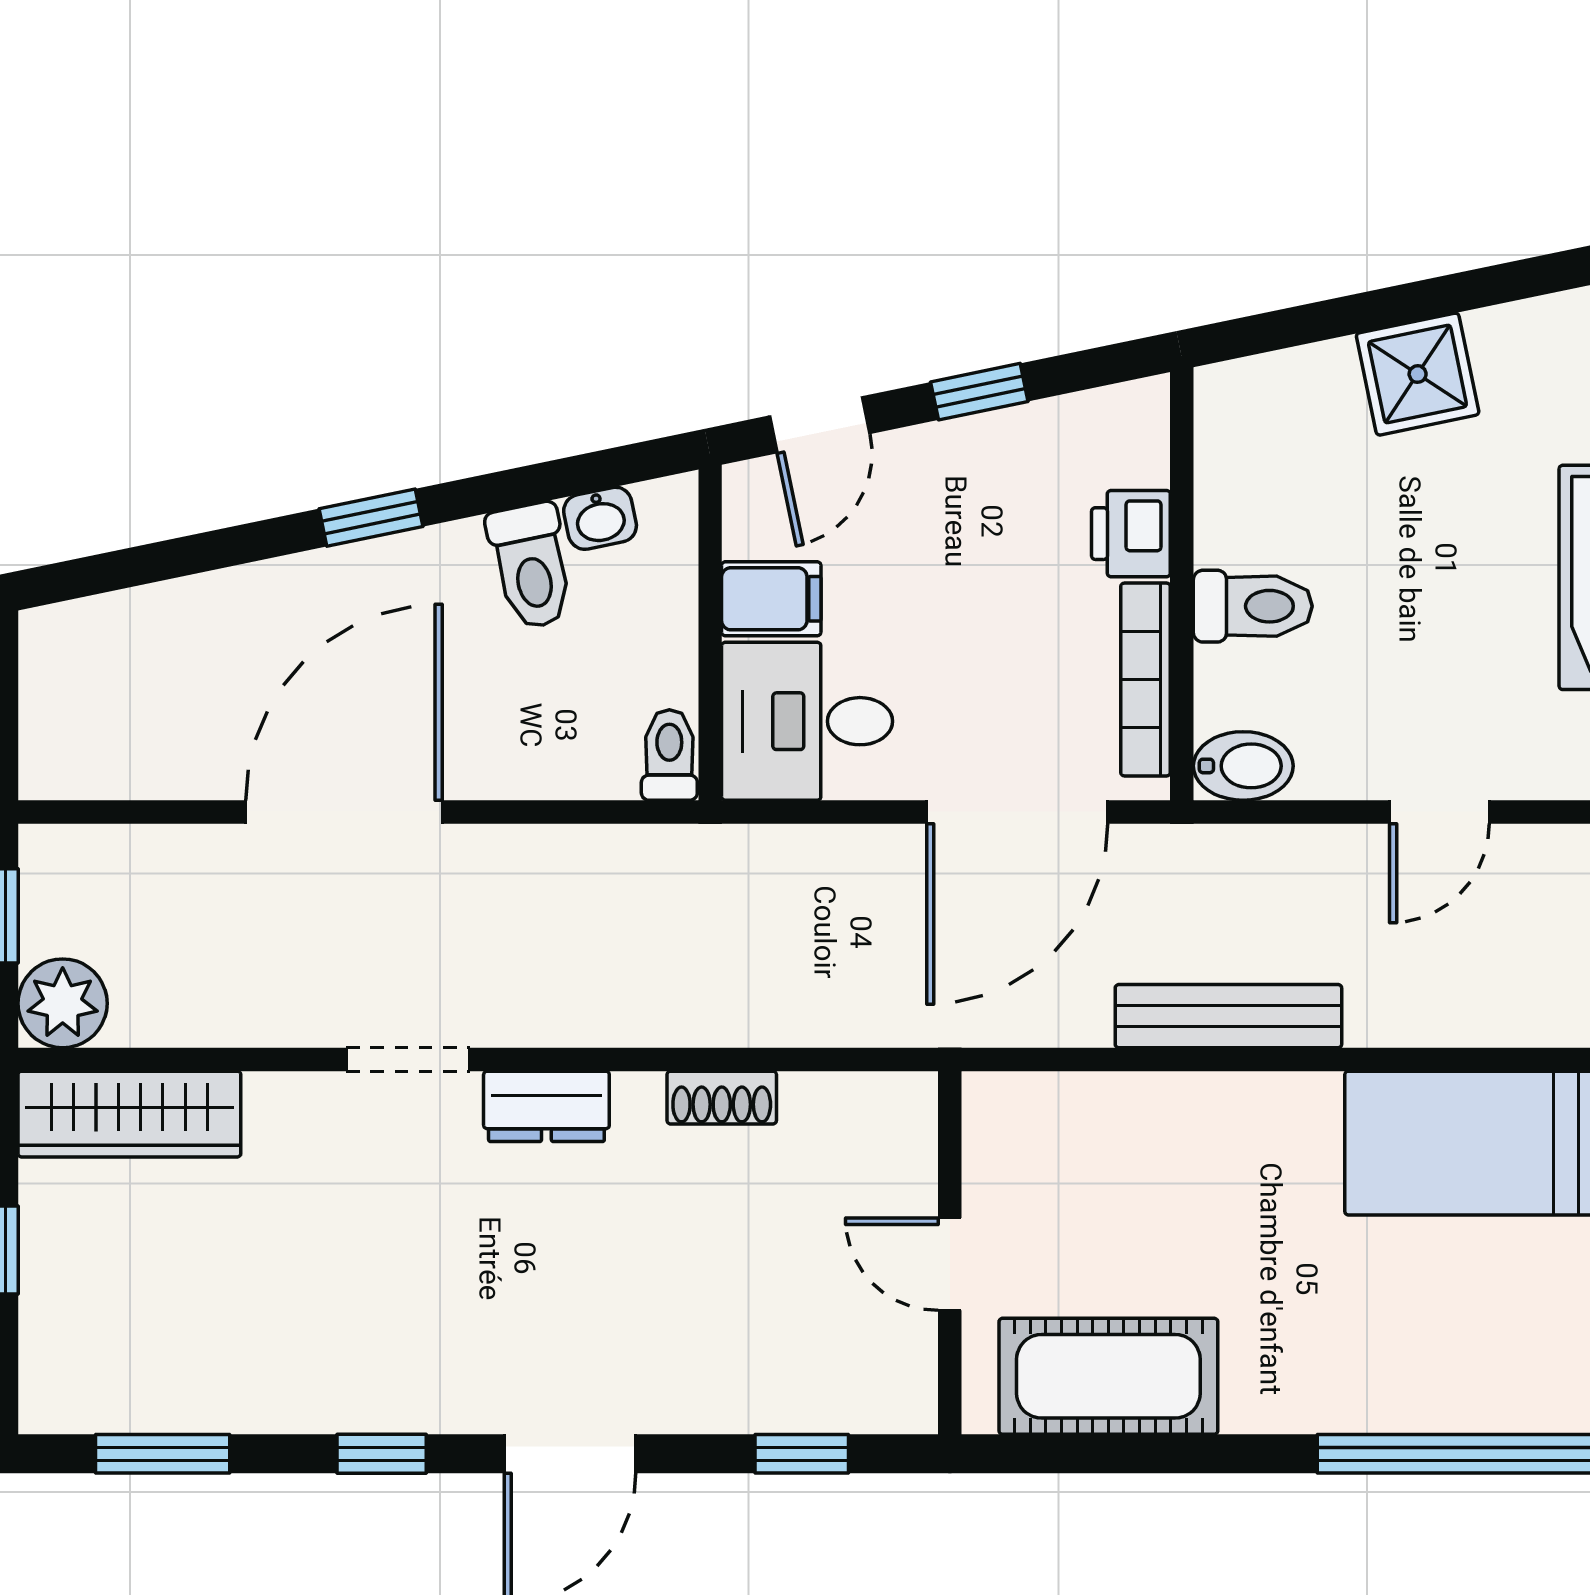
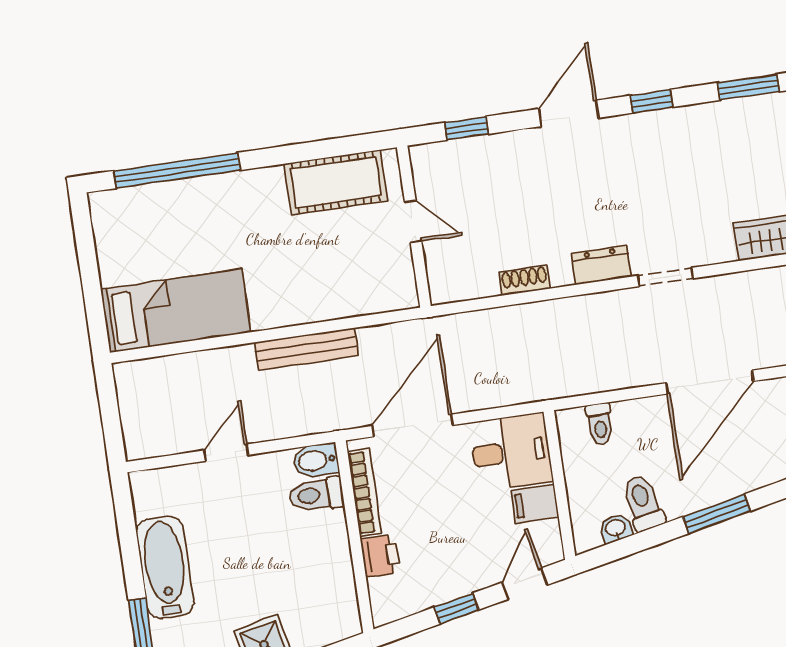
window: (371, 518) -> (717, 514), width x1.50
toilet: (1253, 606) -> (316, 495), moved
toilet: (669, 755) -> (600, 424), moved

